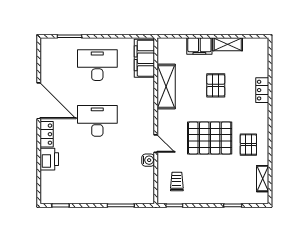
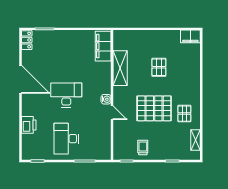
shelving: (228, 44) -> (168, 35), removed
filing cabinet: (199, 46) -> (190, 36), moved
desk: (97, 65) -> (66, 139), moved, turned -90
locker: (262, 90) -> (195, 71), removed
locker: (47, 134) -> (27, 40), moved
water cooler: (148, 160) -> (106, 99), moved
trolley: (177, 181) -> (143, 147), moved

